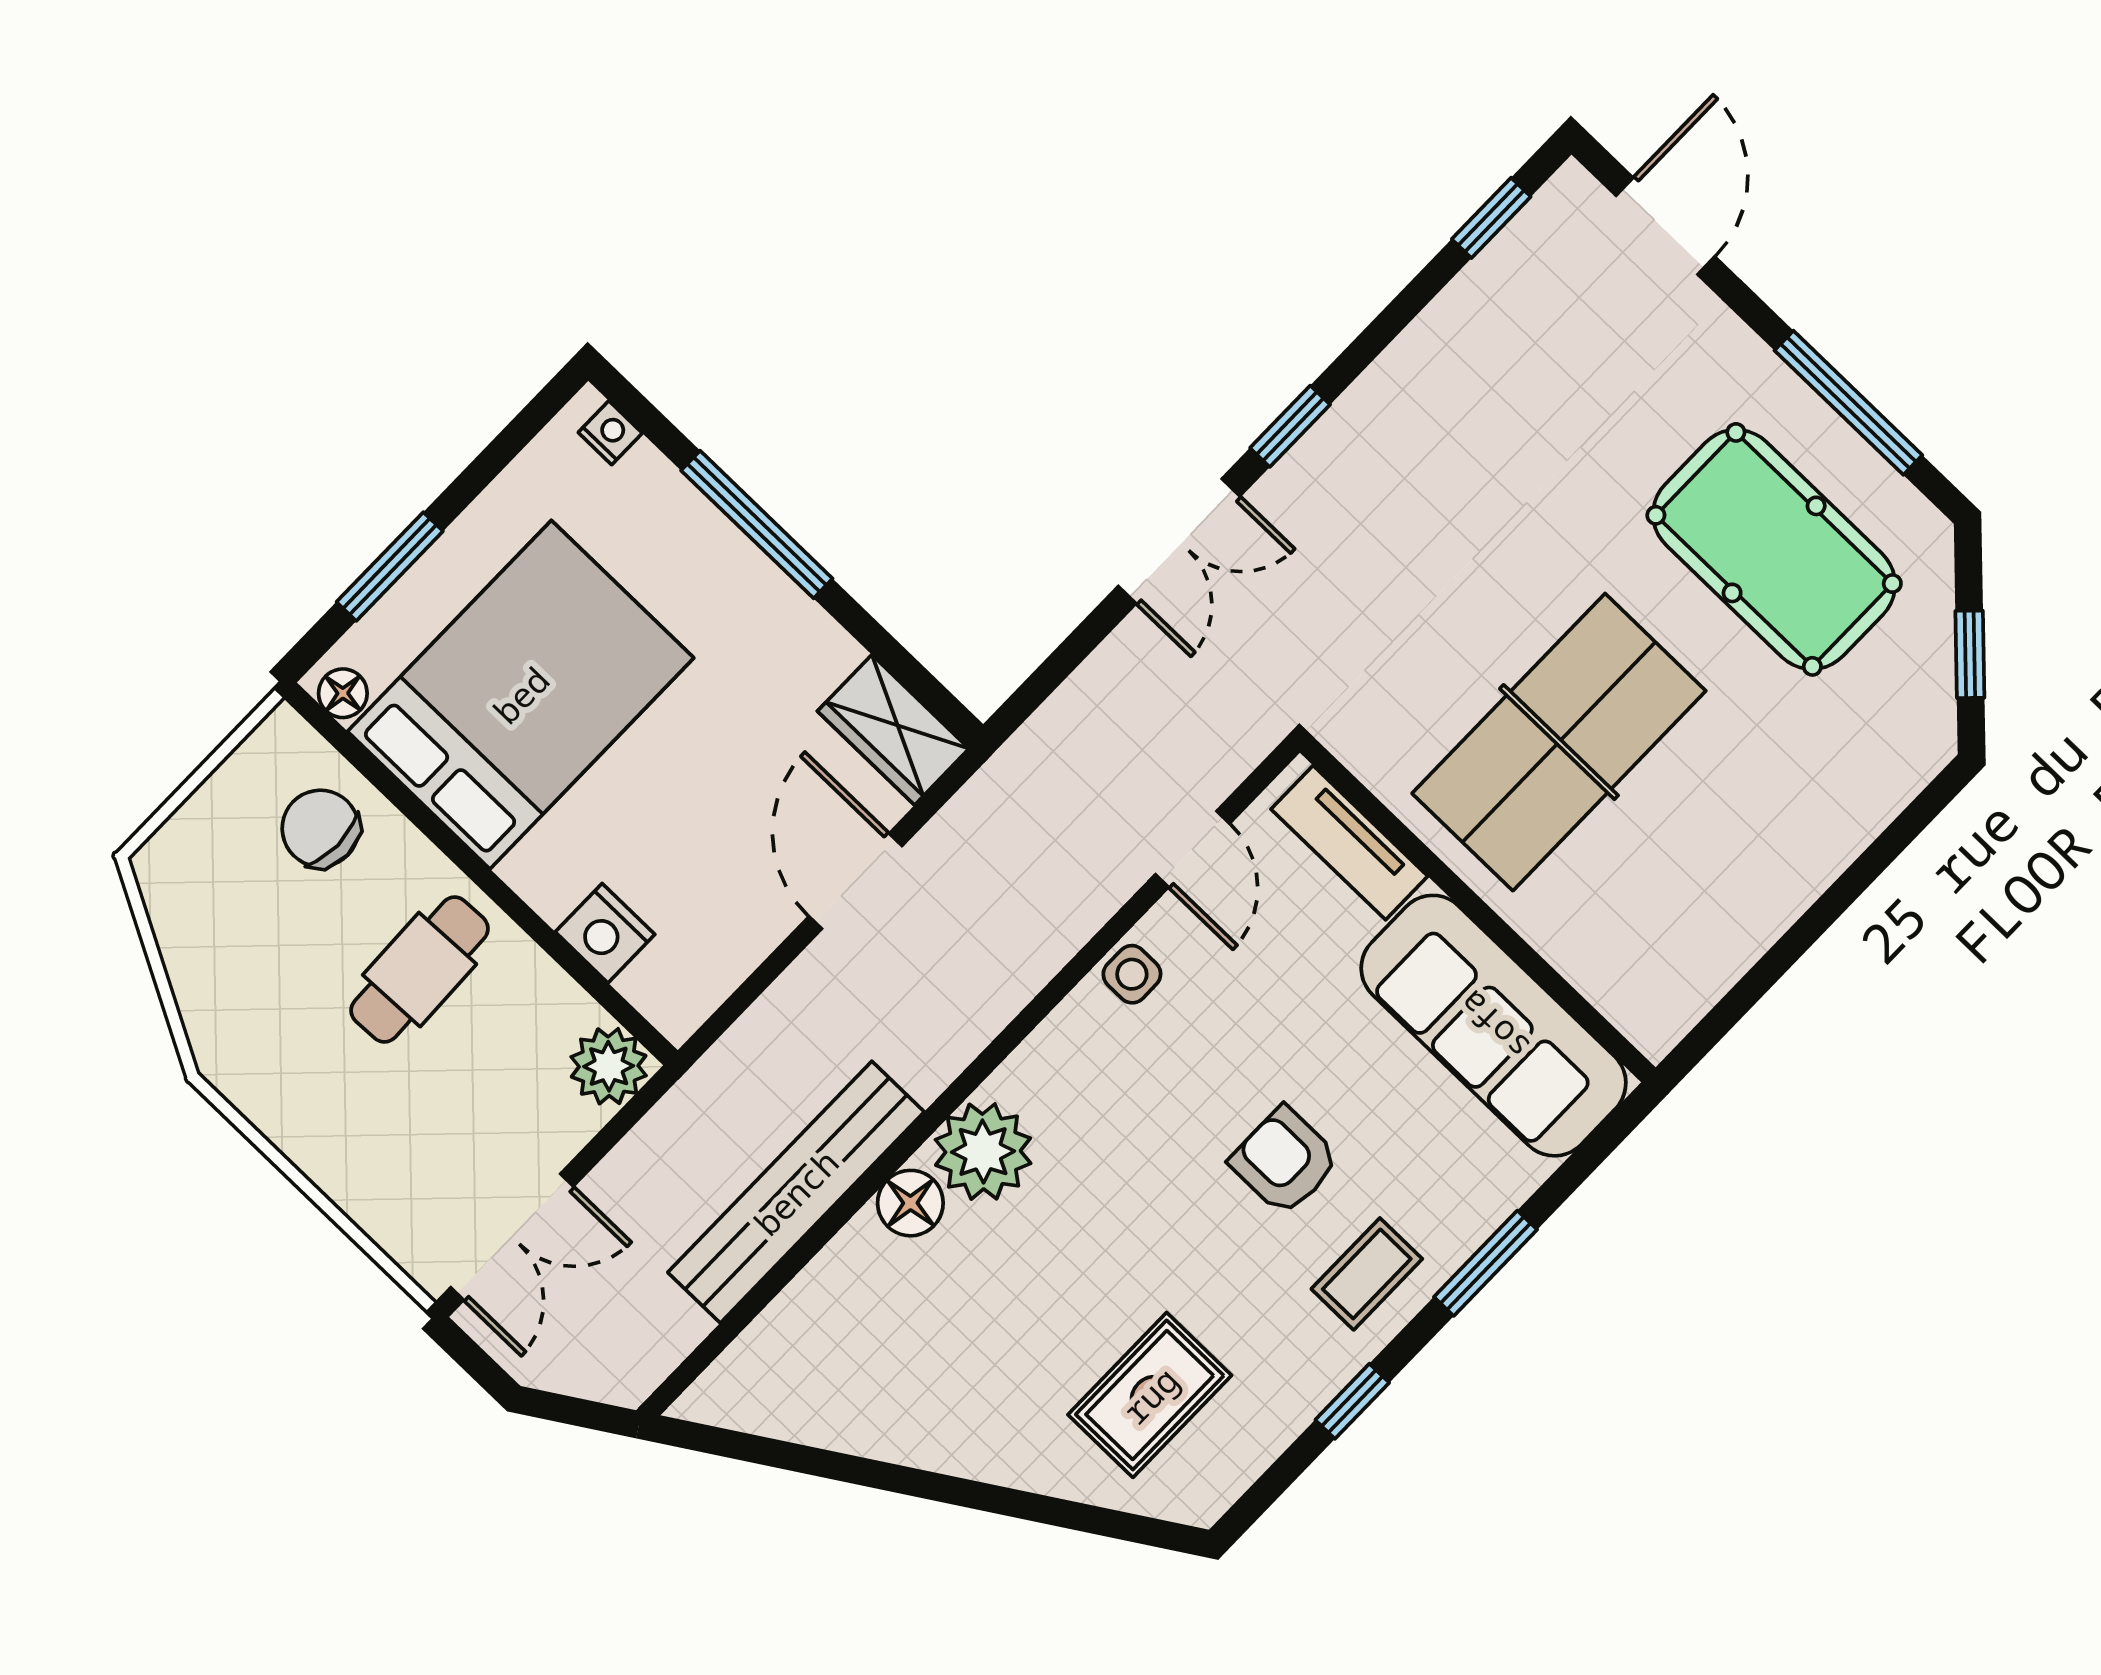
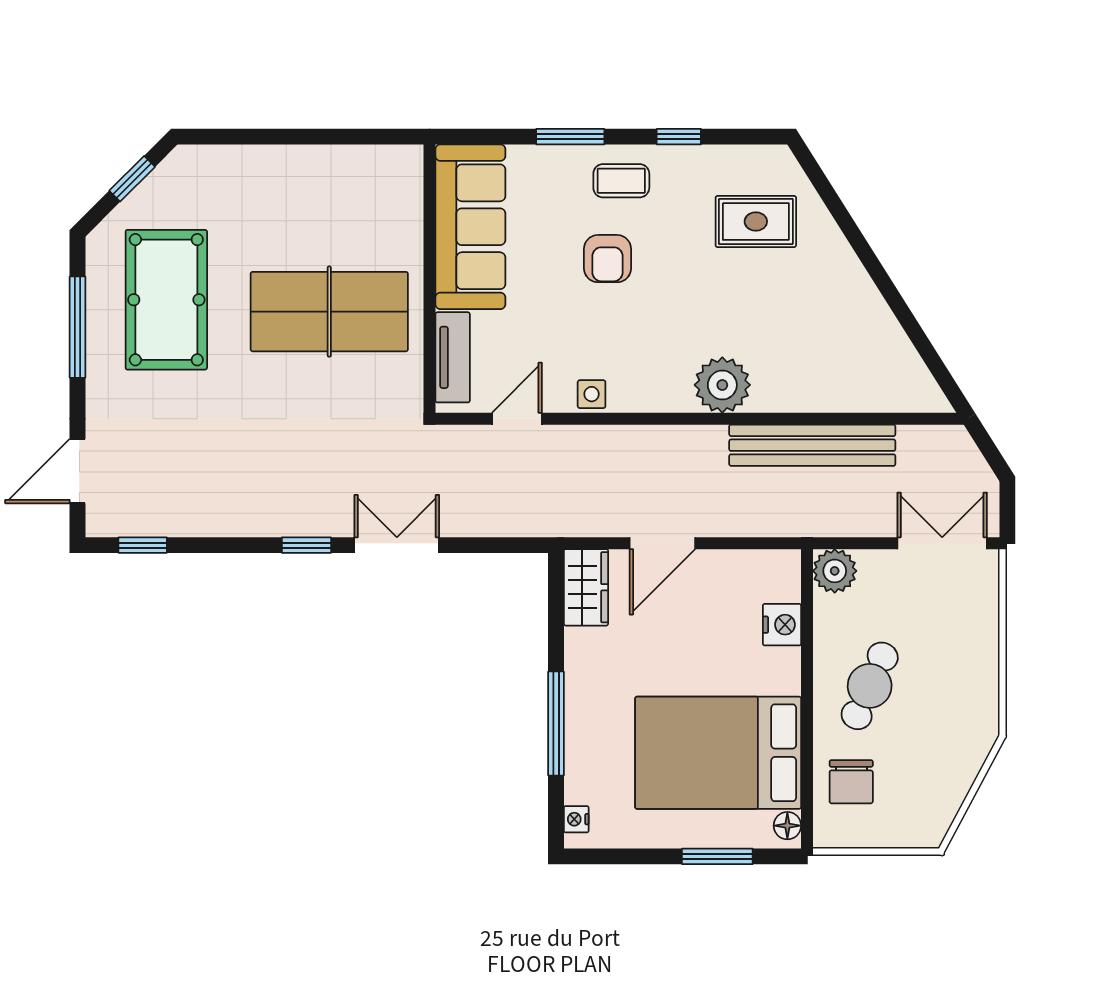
cafe table: (420, 970) -> (870, 686), turned -64
floor lamp: (910, 1203) -> (772, 394), removed

